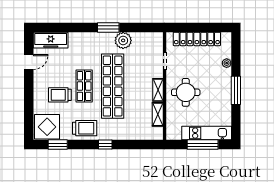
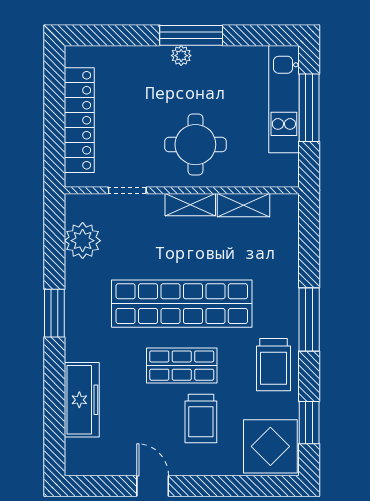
freezer: (51, 40) -> (82, 400), moved
plant: (123, 40) -> (83, 241), moved
door: (29, 62) -> (153, 486), moved
plant: (227, 63) -> (181, 56), moved
trolley: (85, 128) -> (273, 365), turned 180
window: (105, 145) -> (309, 320), width x2.17

